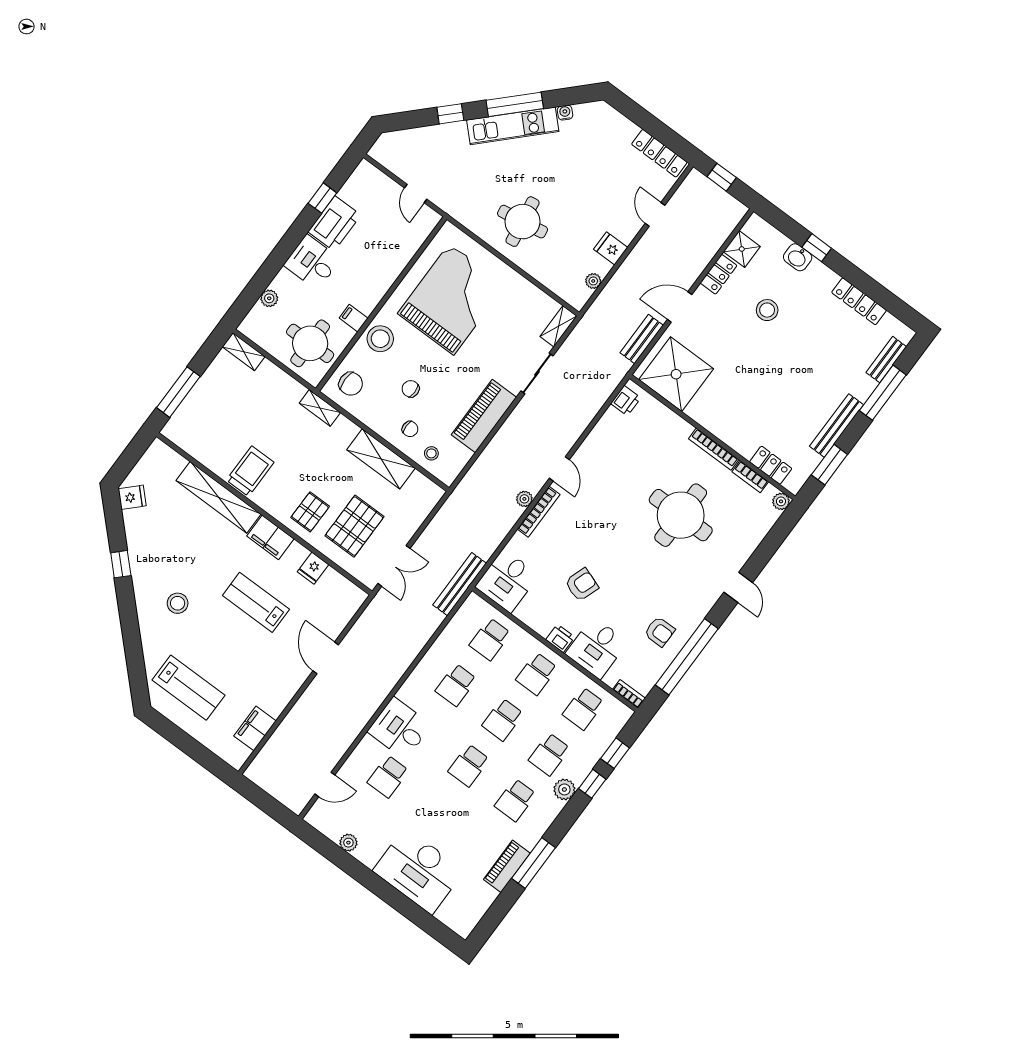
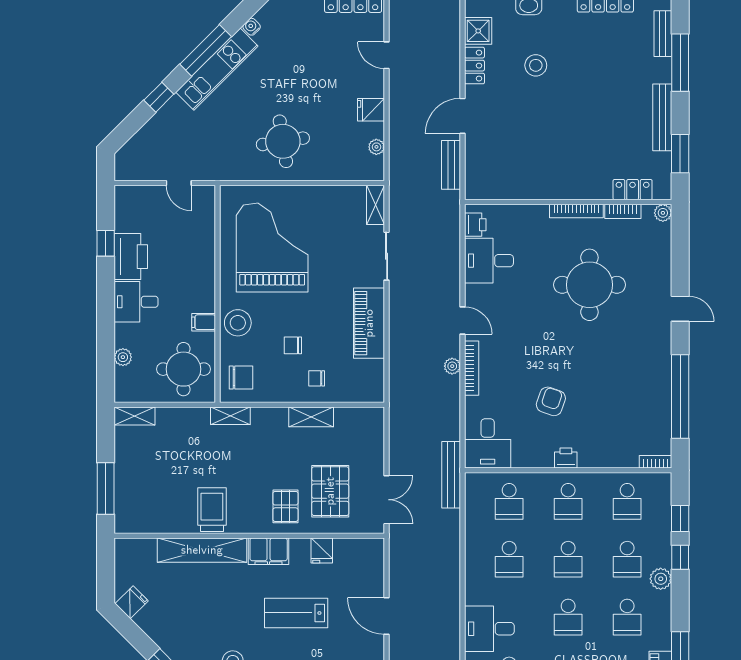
shower: (676, 374) -> (500, 173), removed
chair: (410, 429) -> (317, 378), turned 180
stool: (431, 453) -> (349, 385), removed
shelving: (381, 459) -> (311, 417), width x0.67, depth x0.75
armchair: (660, 632) -> (643, 393), removed
desk: (597, 648) -> (489, 261), moved, turned 90

